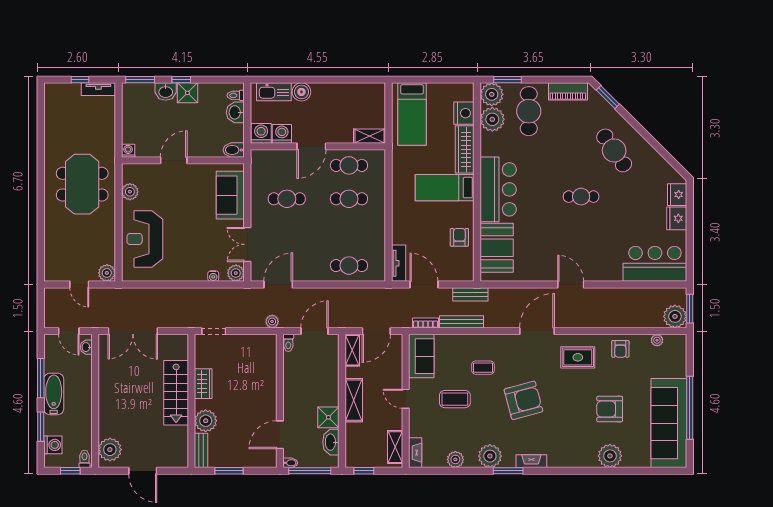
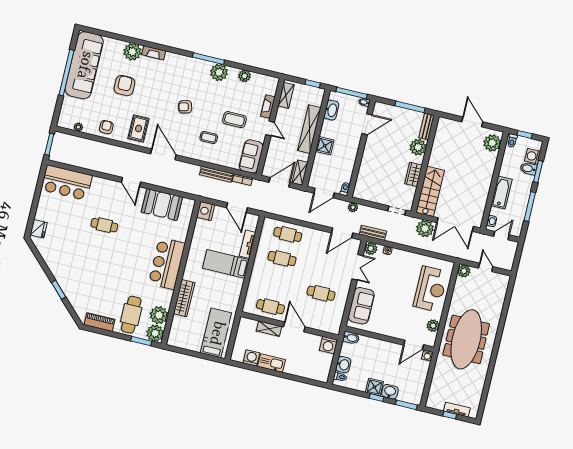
tv unit: (98, 89) -> (457, 410), moved
kitchen sink: (274, 92) -> (271, 363), moved
boiler: (301, 92) -> (292, 368), removed
window: (608, 97) -> (59, 290), moved
nightstand: (464, 113) -> (206, 211), moved
washing machine: (282, 134) -> (251, 358), moved, turned 180
shelving: (370, 136) -> (269, 329), moved
door: (311, 146) -> (294, 327), hinge flipped
cafe table: (614, 150) -> (76, 271), removed
door: (174, 160) -> (414, 345), moved
meeting table: (82, 184) -> (466, 339), width x1.36
bed: (445, 188) -> (226, 264), moved, turned 180
cafe table: (581, 197) -> (104, 225), moved
cafe table: (349, 199) -> (282, 258), moved
fridge: (677, 218) -> (43, 212), removed
armchair: (459, 237) -> (203, 236), removed
booth: (497, 248) -> (162, 205), moved, turned 90
tv unit: (399, 263) -> (248, 244), moved
bench: (470, 294) -> (373, 233), moved
plant: (675, 316) -> (425, 228), moved
door: (69, 331) -> (501, 236), hinge flipped
double door: (133, 331) -> (455, 224), swing flipped
door: (537, 331) -> (163, 154), swing flipped
rug: (578, 357) -> (138, 128), turned 90
stairs: (176, 393) -> (430, 191), moved
bathtub: (54, 394) -> (501, 192), moved, turned 180
shelving: (354, 400) -> (309, 129), width x1.47
armchair: (523, 400) -> (185, 107), width x0.53, depth x0.53
armchair: (610, 409) -> (124, 86), turned -90
shower: (328, 417) -> (325, 146), moved
bidet: (54, 427) -> (529, 169), added
fireplace: (415, 453) -> (268, 107), moved
fireplace: (531, 461) -> (154, 53), moved
window: (229, 471) -> (410, 107), width x1.44
window: (508, 471) -> (208, 59), width x1.44

